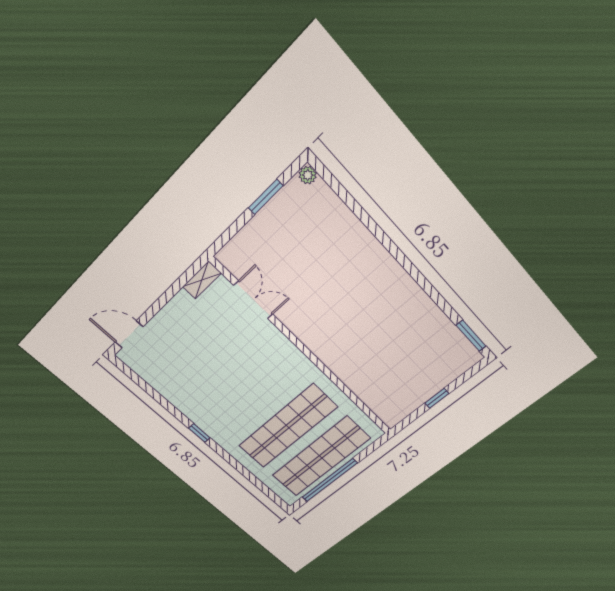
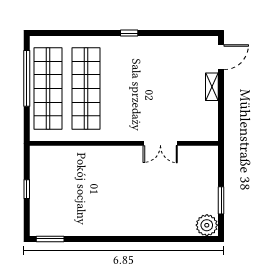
plant: (308, 175) -> (207, 225), width x1.87, depth x1.87
shelving: (202, 280) -> (212, 87), moved
double door: (253, 300) -> (160, 143), moved

